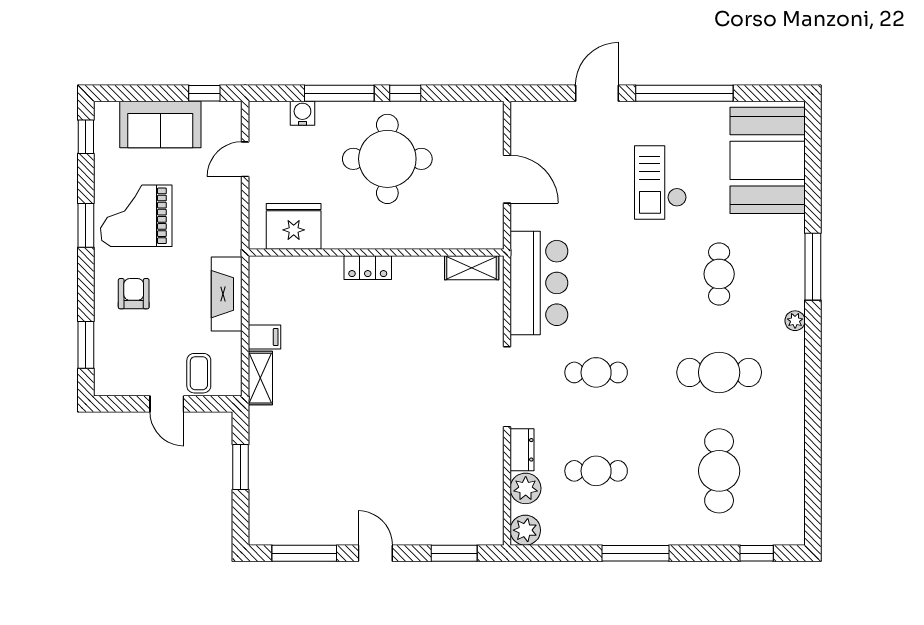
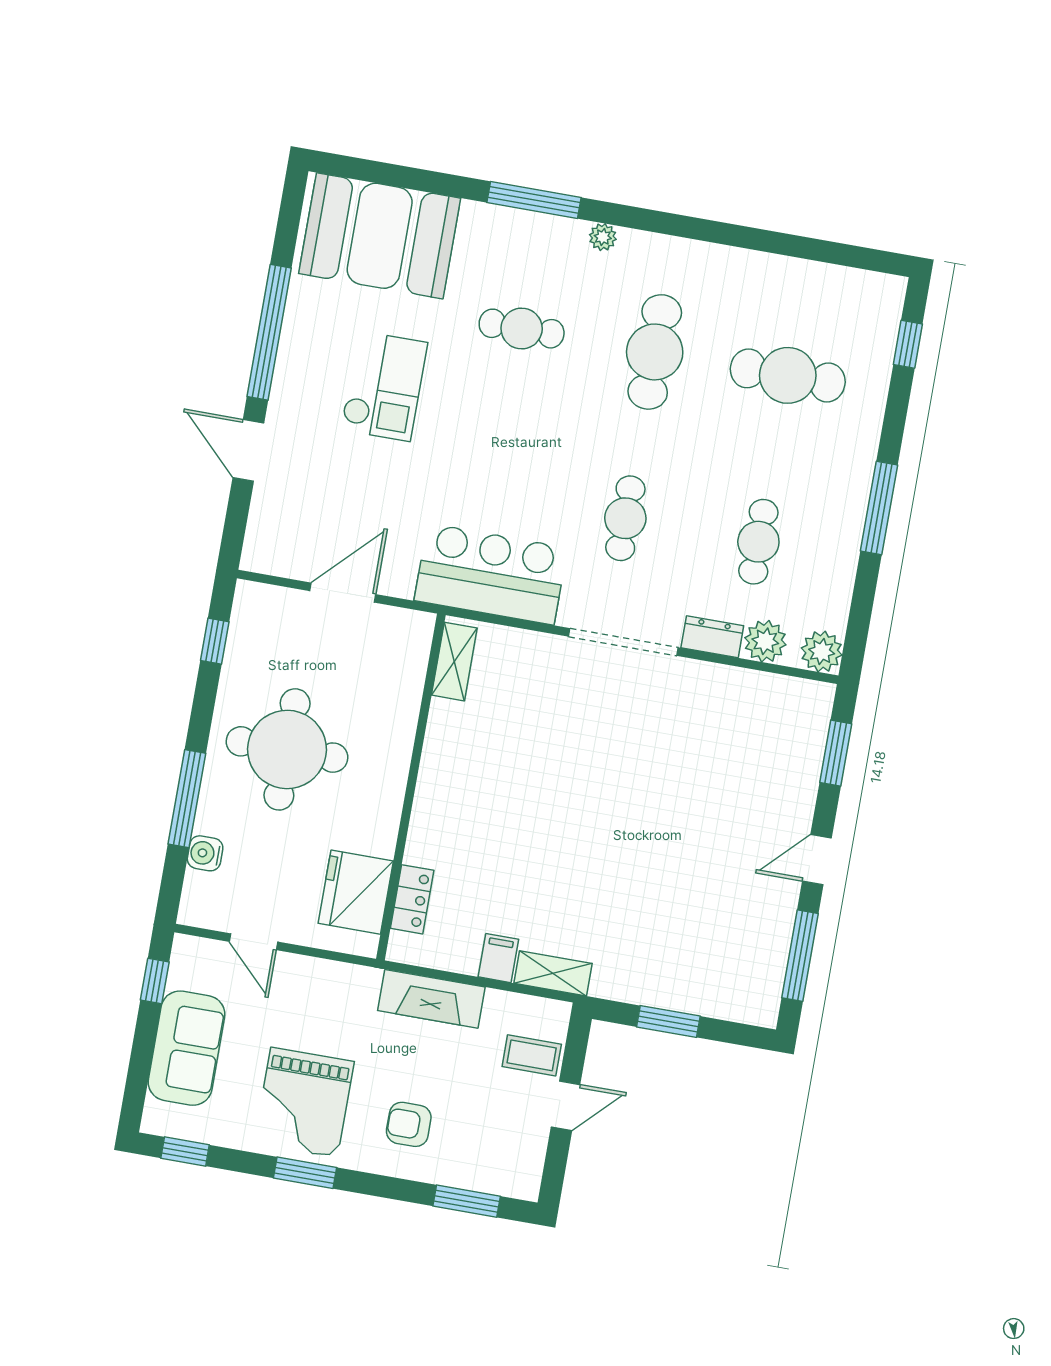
window: (405, 93) -> (215, 641), moved
checkout: (660, 183) -> (384, 386), turned -90
locker: (368, 268) -> (412, 899), moved

